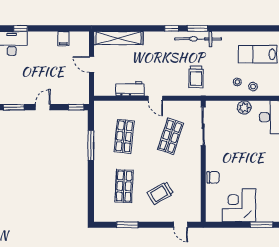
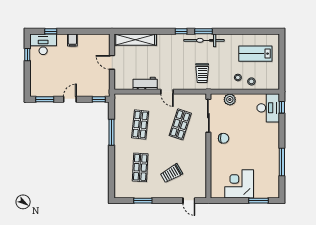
filing cabinet: (63, 39) -> (72, 40), moved
plant: (244, 107) -> (230, 100), moved
chair: (213, 177) -> (224, 138), moved

